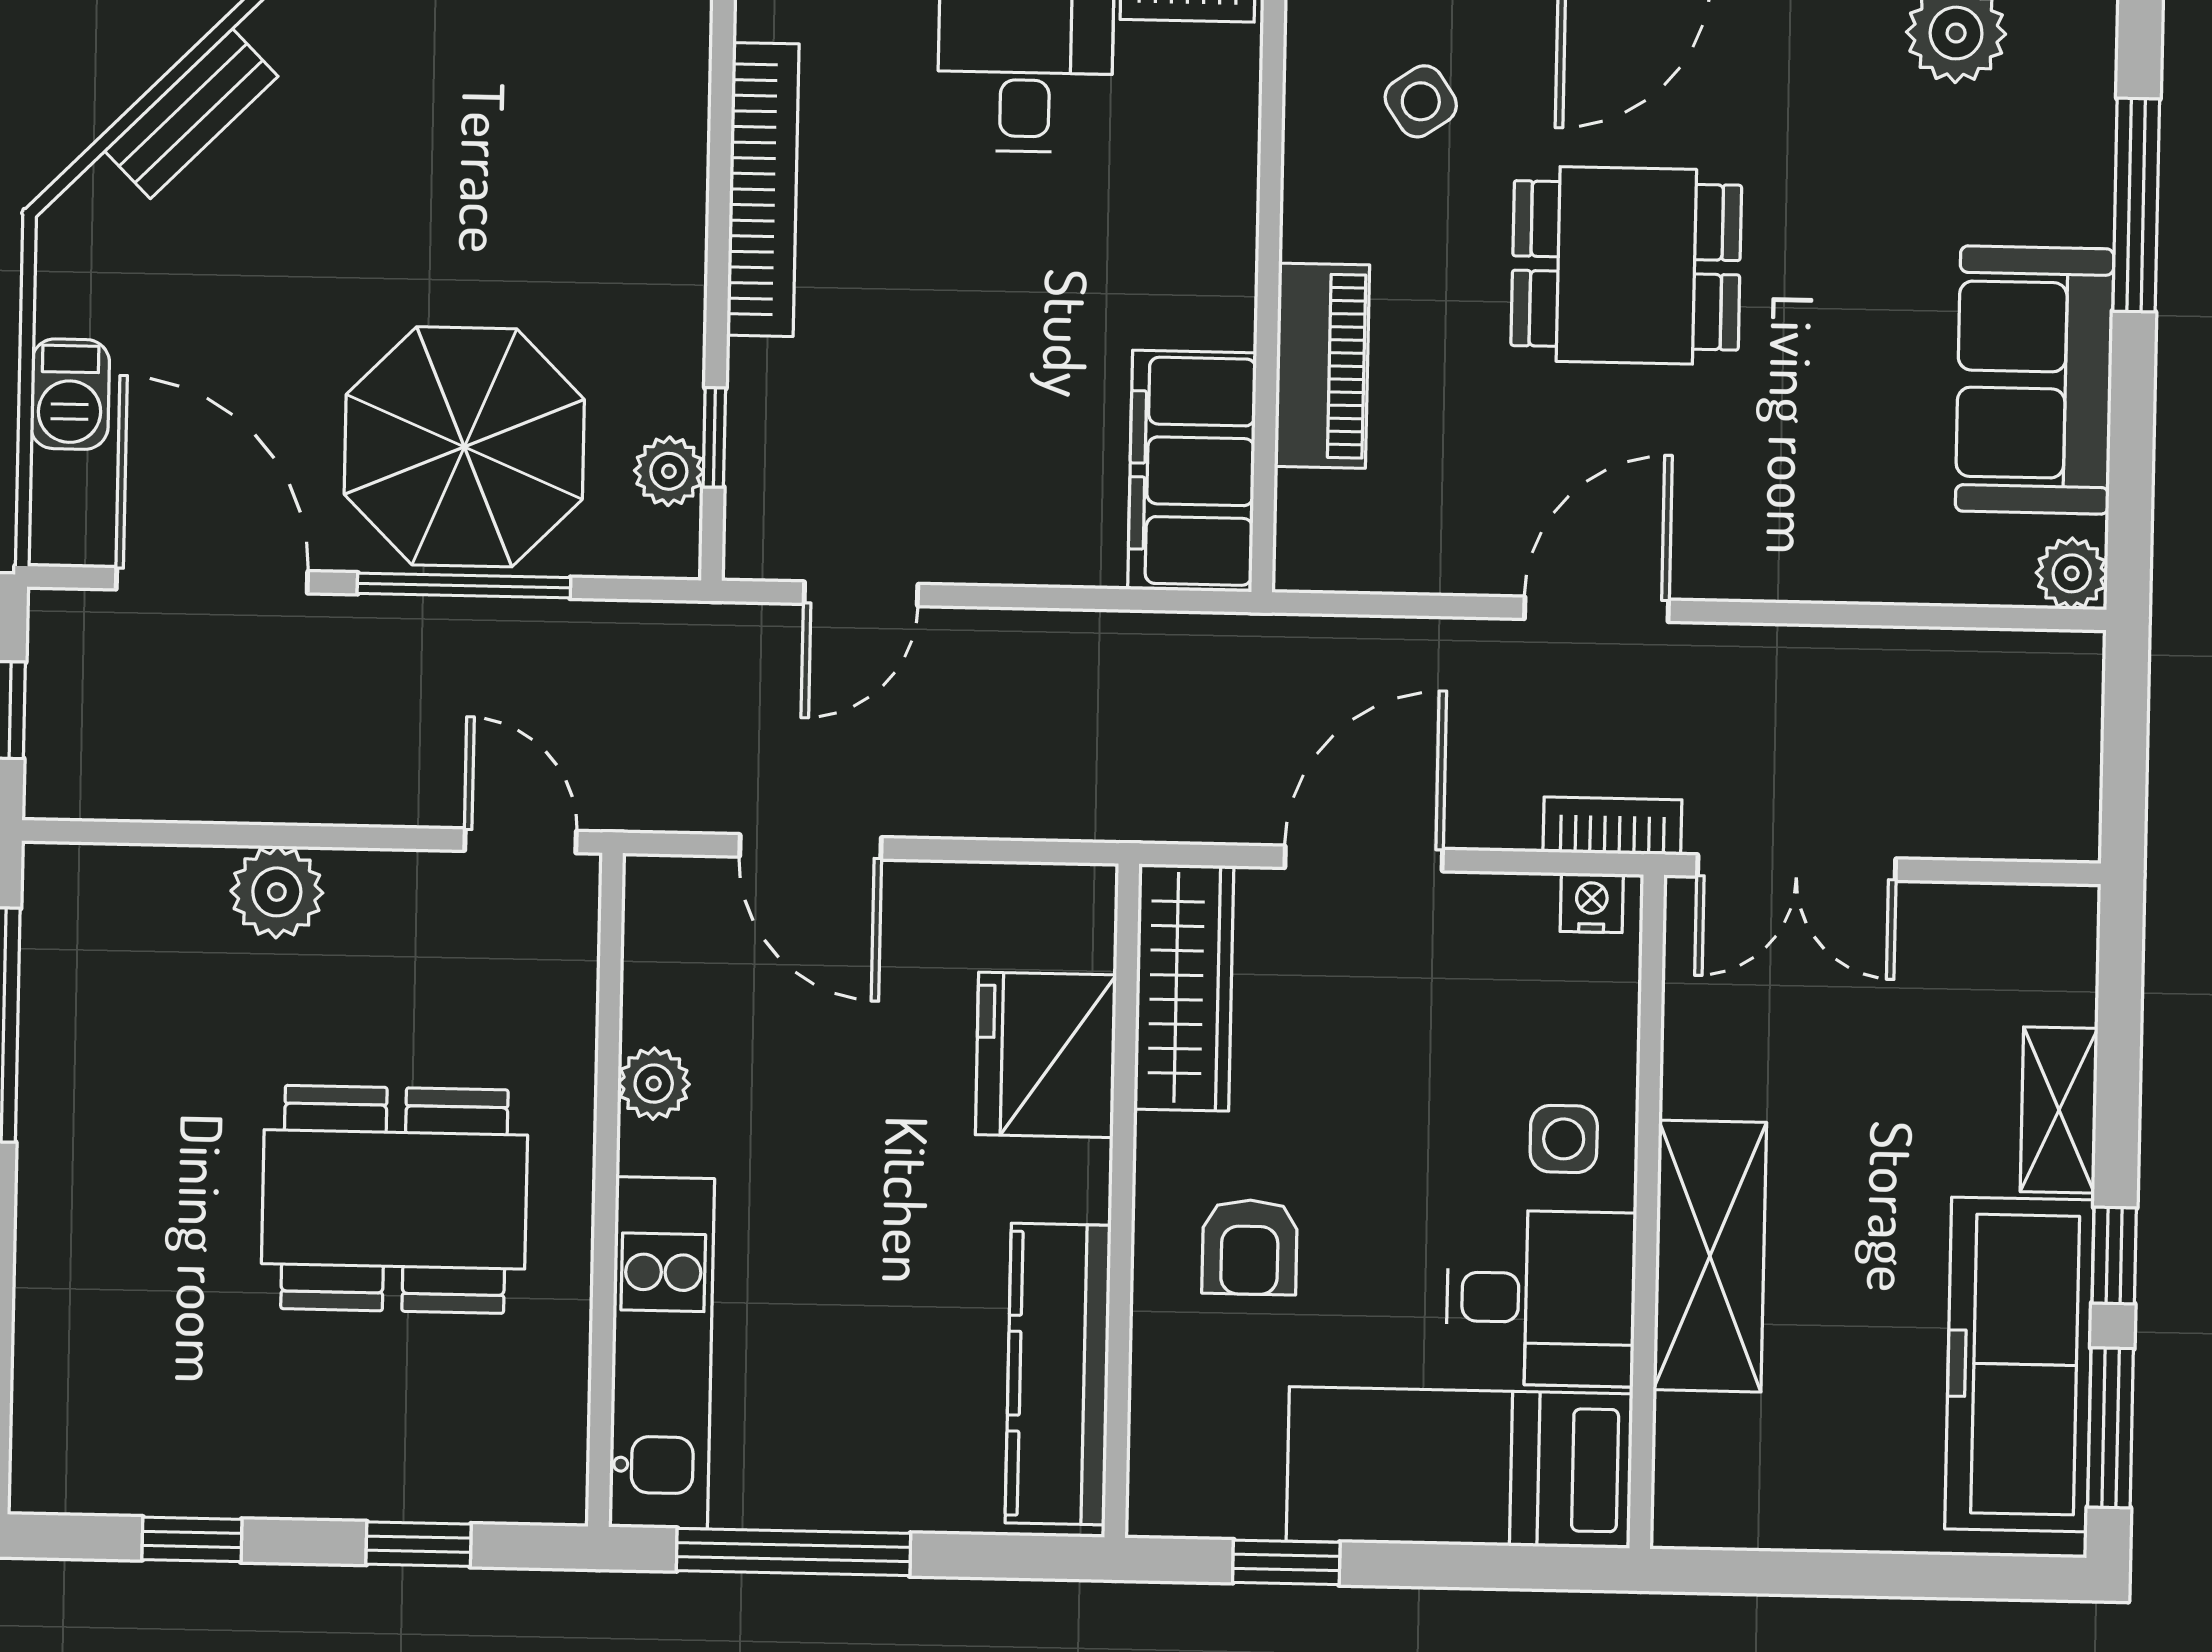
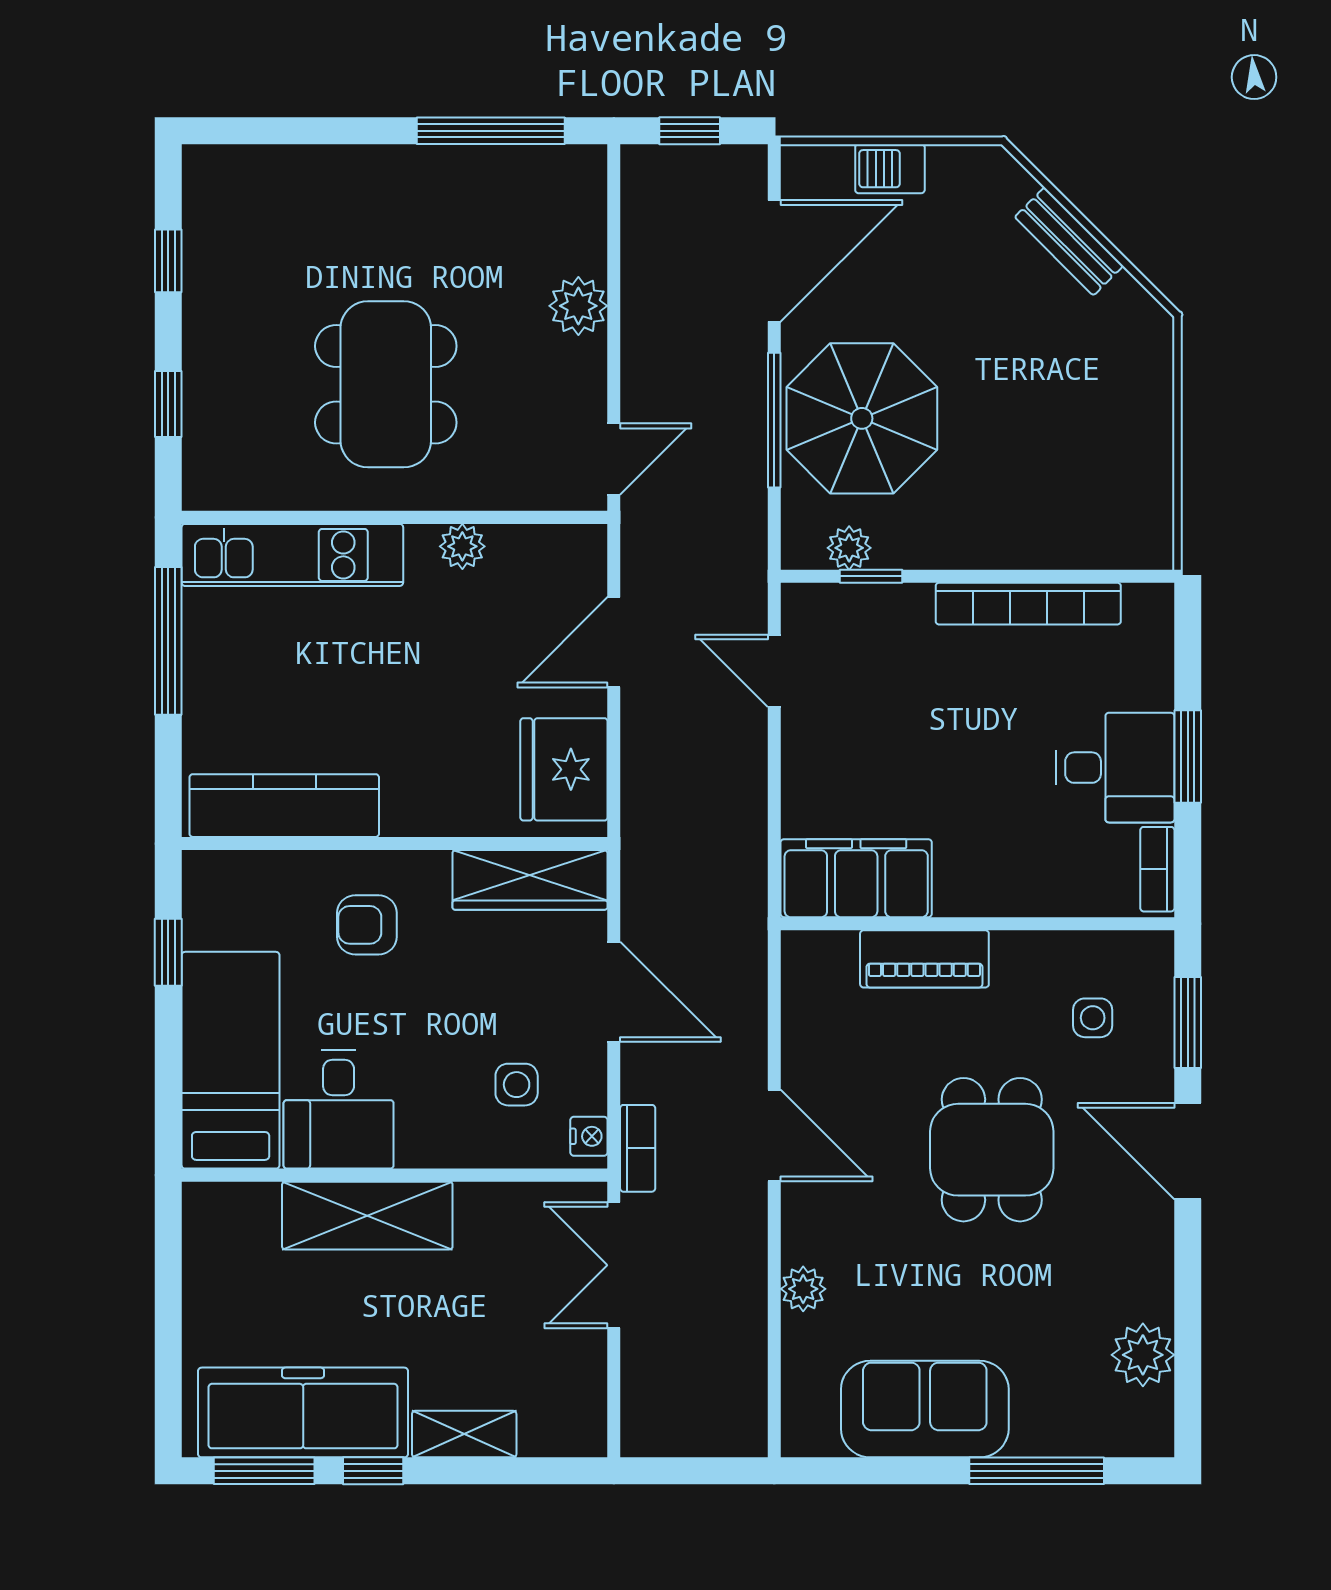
side table: (1421, 101) -> (1093, 1018), turned 34
plant: (2072, 573) -> (803, 1289), moved
fridge: (1046, 1055) -> (564, 769), moved, turned -90
side table: (1564, 1139) -> (517, 1085), moved

